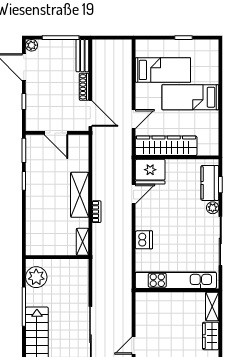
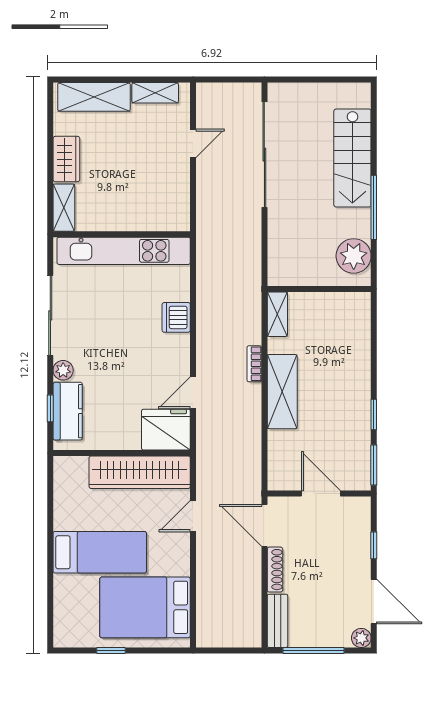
bed: (163, 70) -> (145, 607), width x1.50

